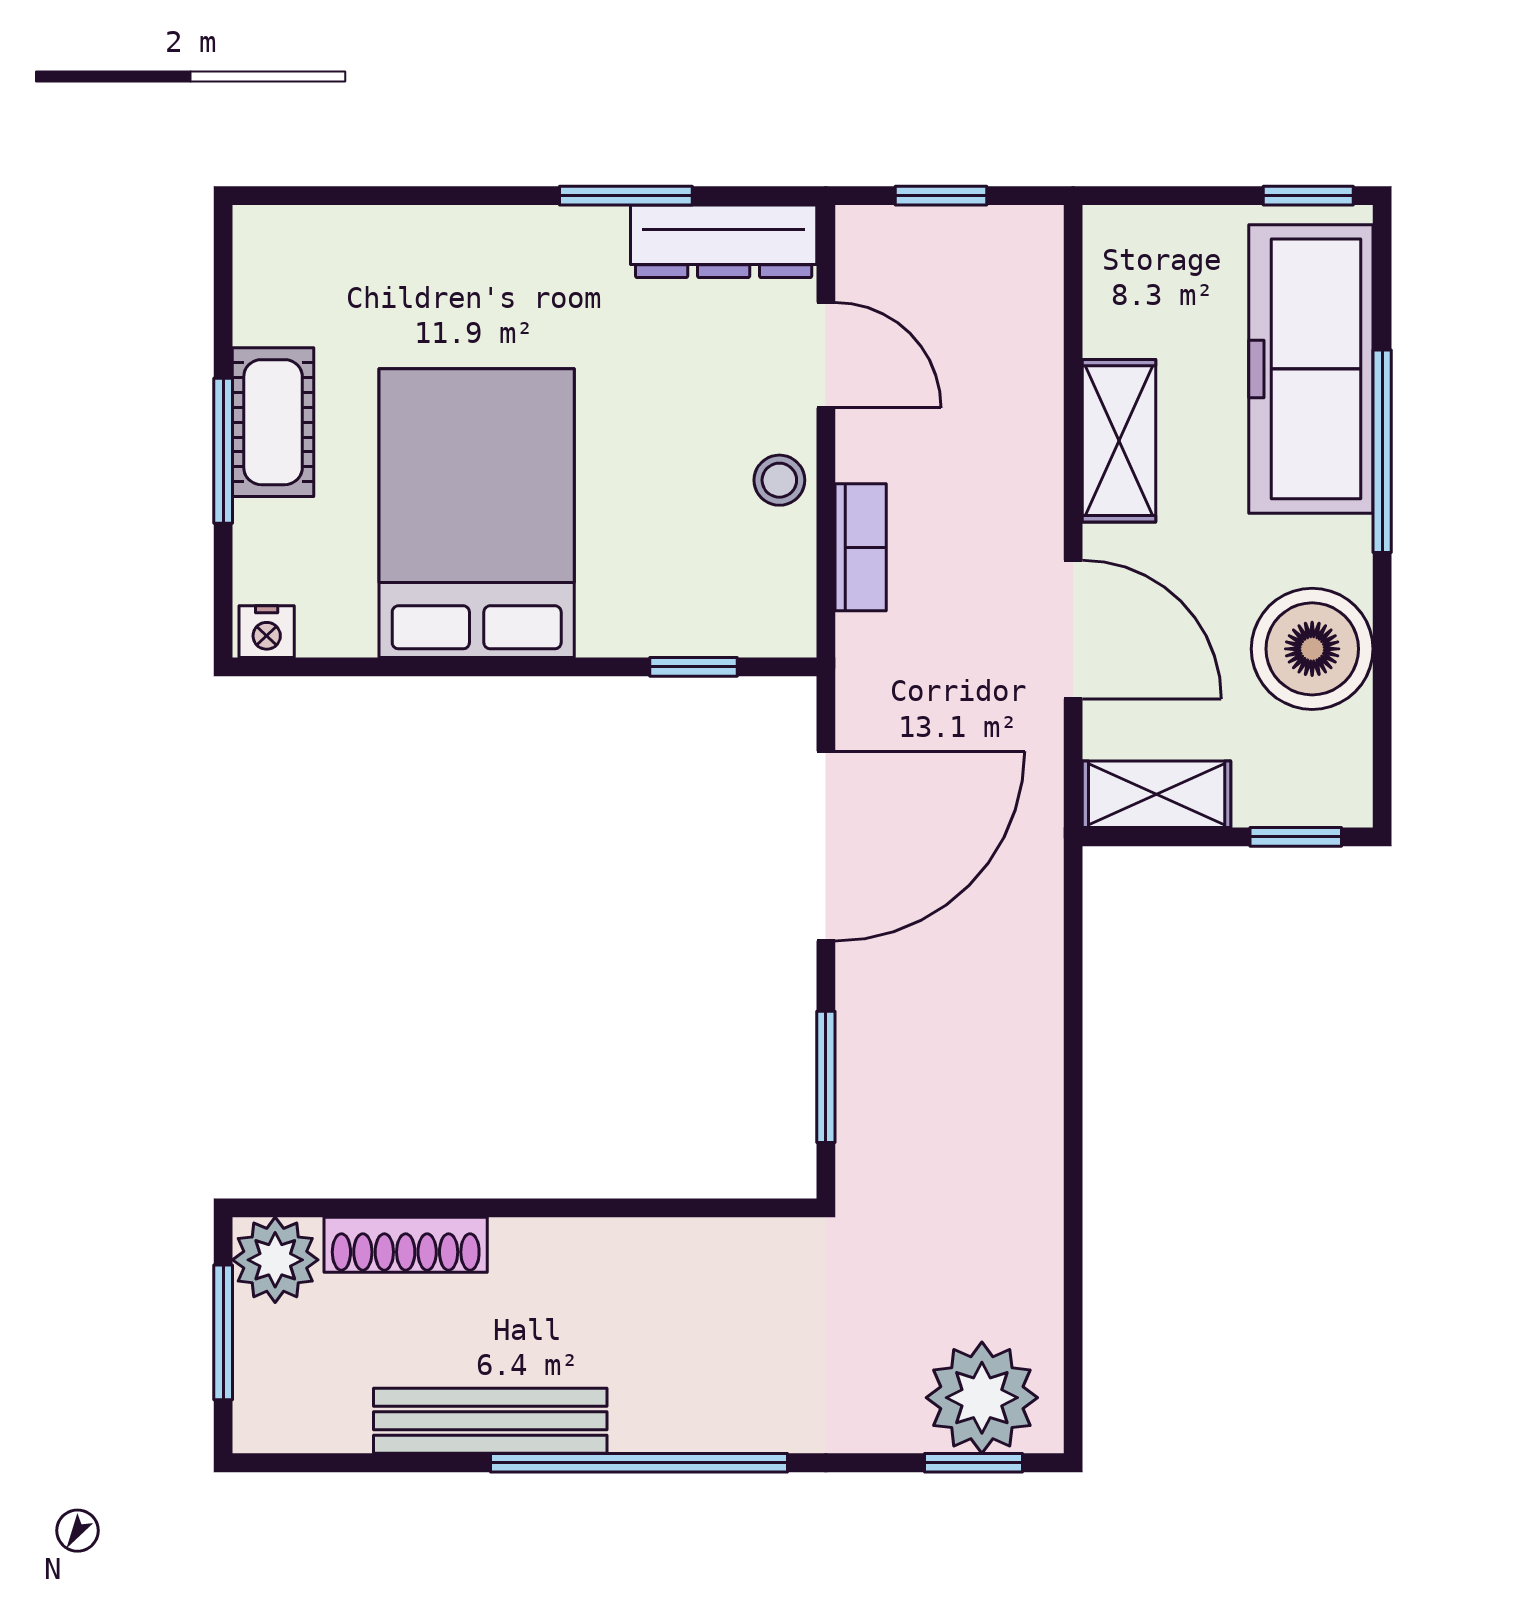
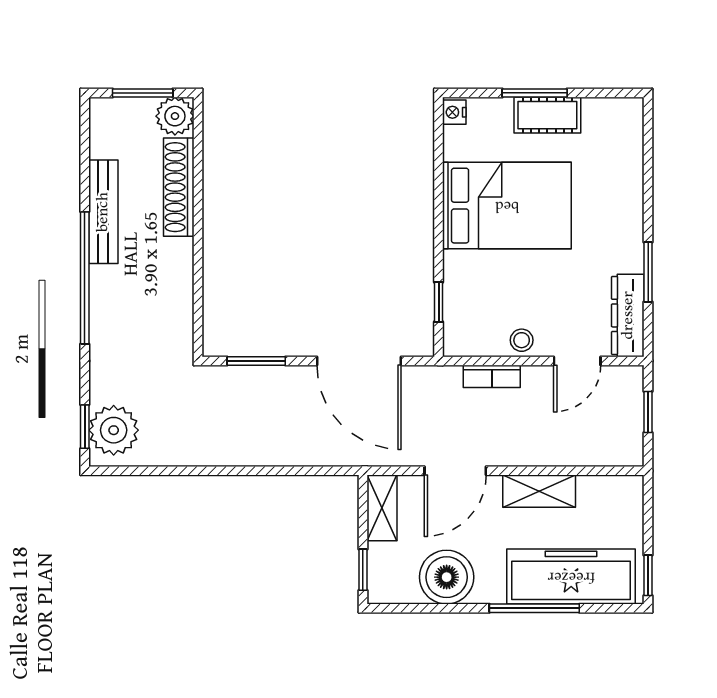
shoe rack: (406, 1245) -> (179, 187), width x1.36, depth x1.24

